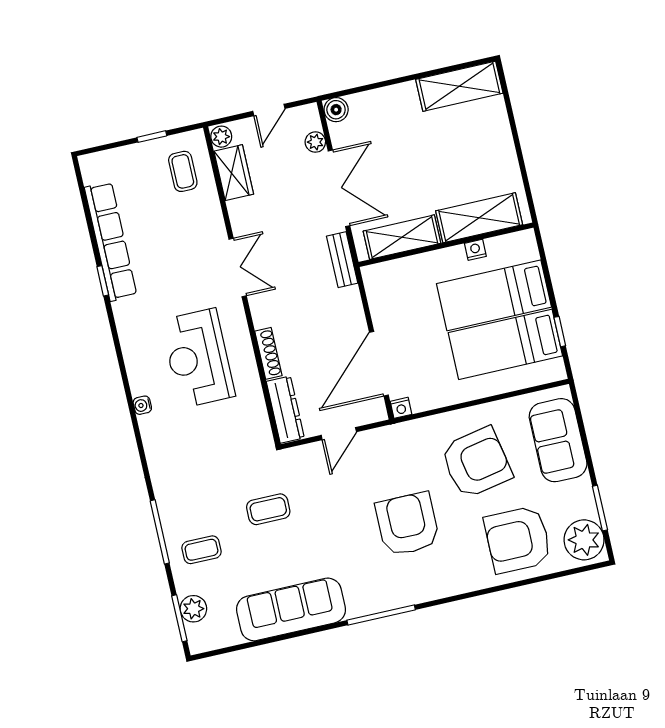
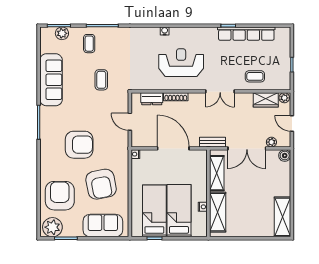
coffee table: (183, 171) -> (255, 76), moved
door: (379, 364) -> (173, 148), moved
dresser: (285, 410) -> (152, 99), width x0.70

